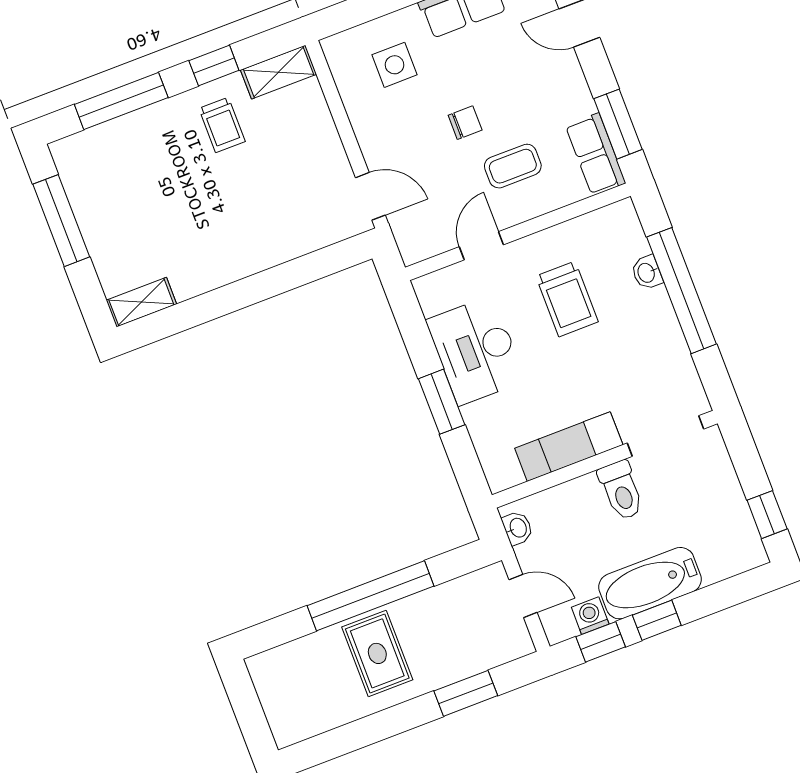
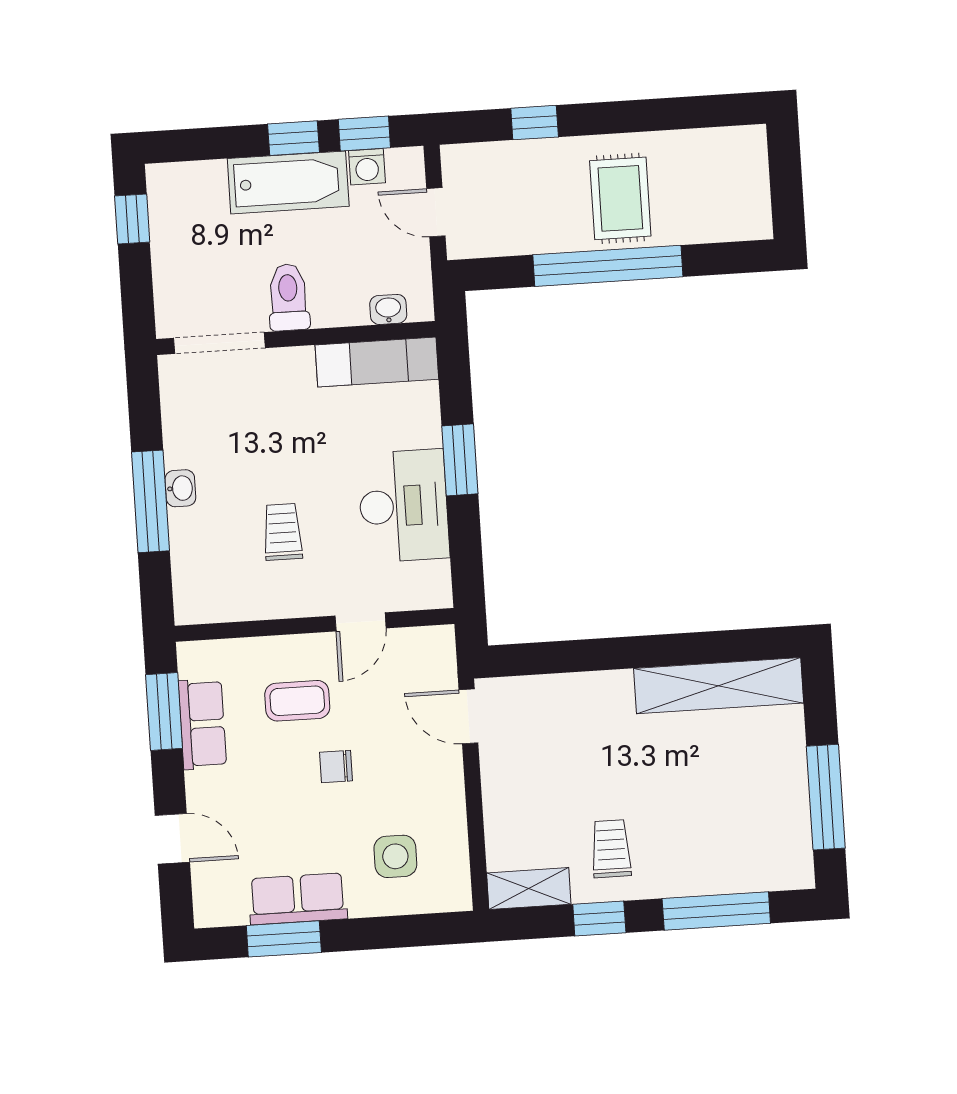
row of seats: (596, 154) -> (202, 724), moved
washbasin: (647, 273) -> (180, 488), moved
window: (682, 291) -> (150, 501), width x0.68
trolley: (567, 299) -> (283, 532), width x0.73, depth x0.72
shelving: (141, 302) -> (719, 686), width x2.20, depth x1.33
exam couch: (569, 447) -> (377, 362), moved
washbasin: (518, 528) -> (388, 309), moved, turned 90
window: (466, 693) -> (535, 123), width x0.67

